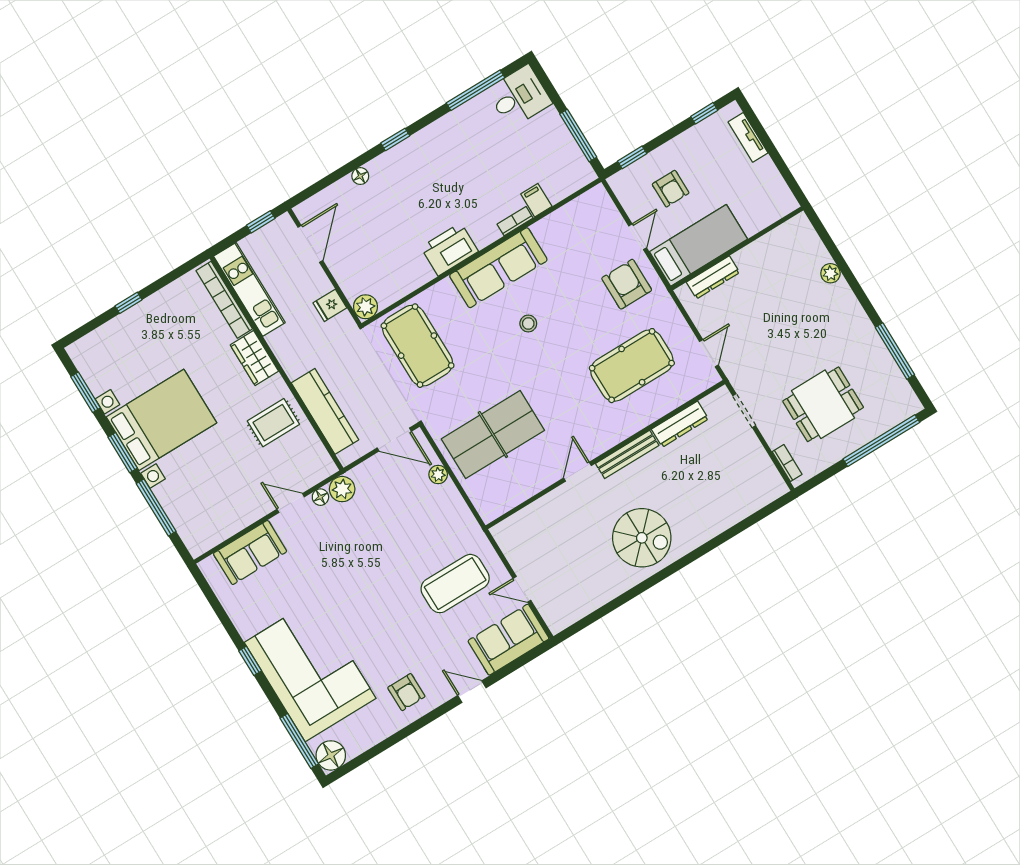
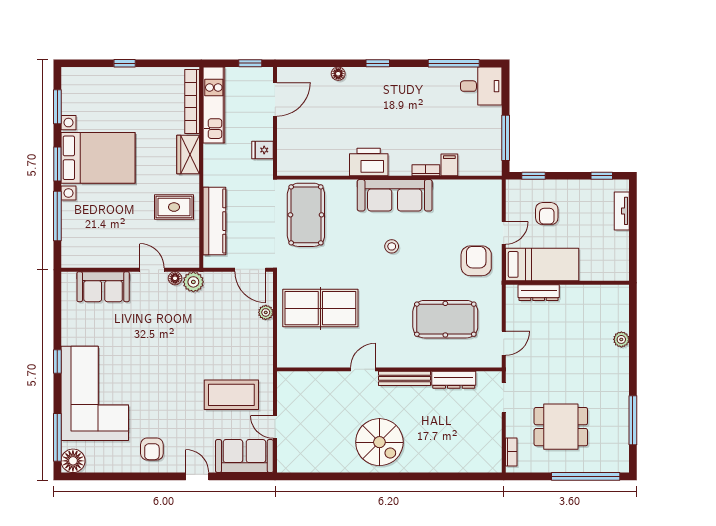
plant: (366, 307) -> (287, 166), removed

